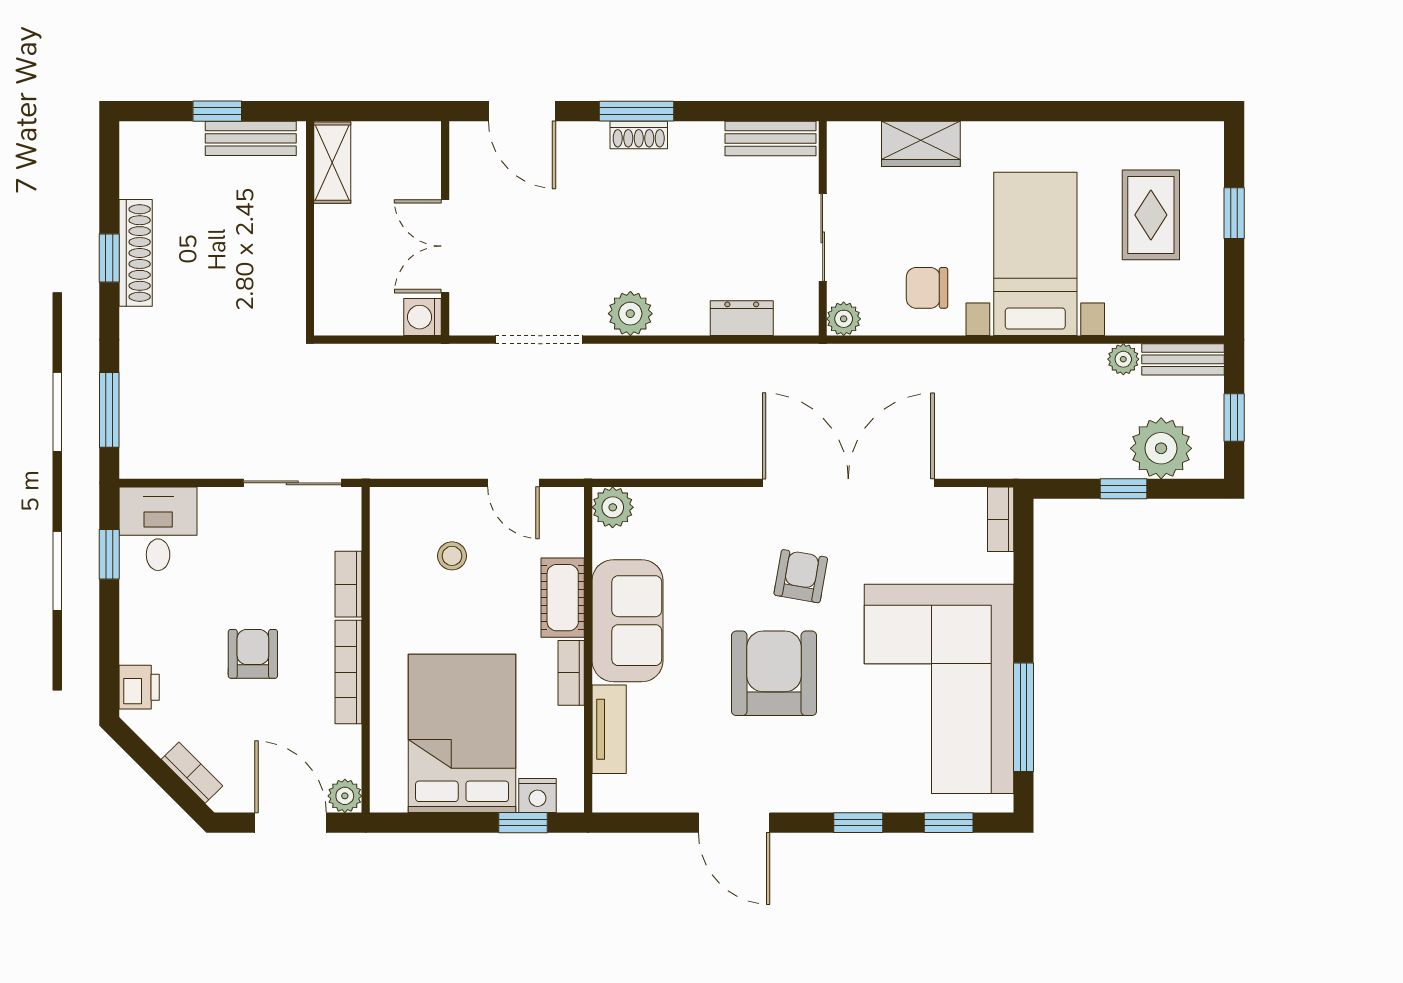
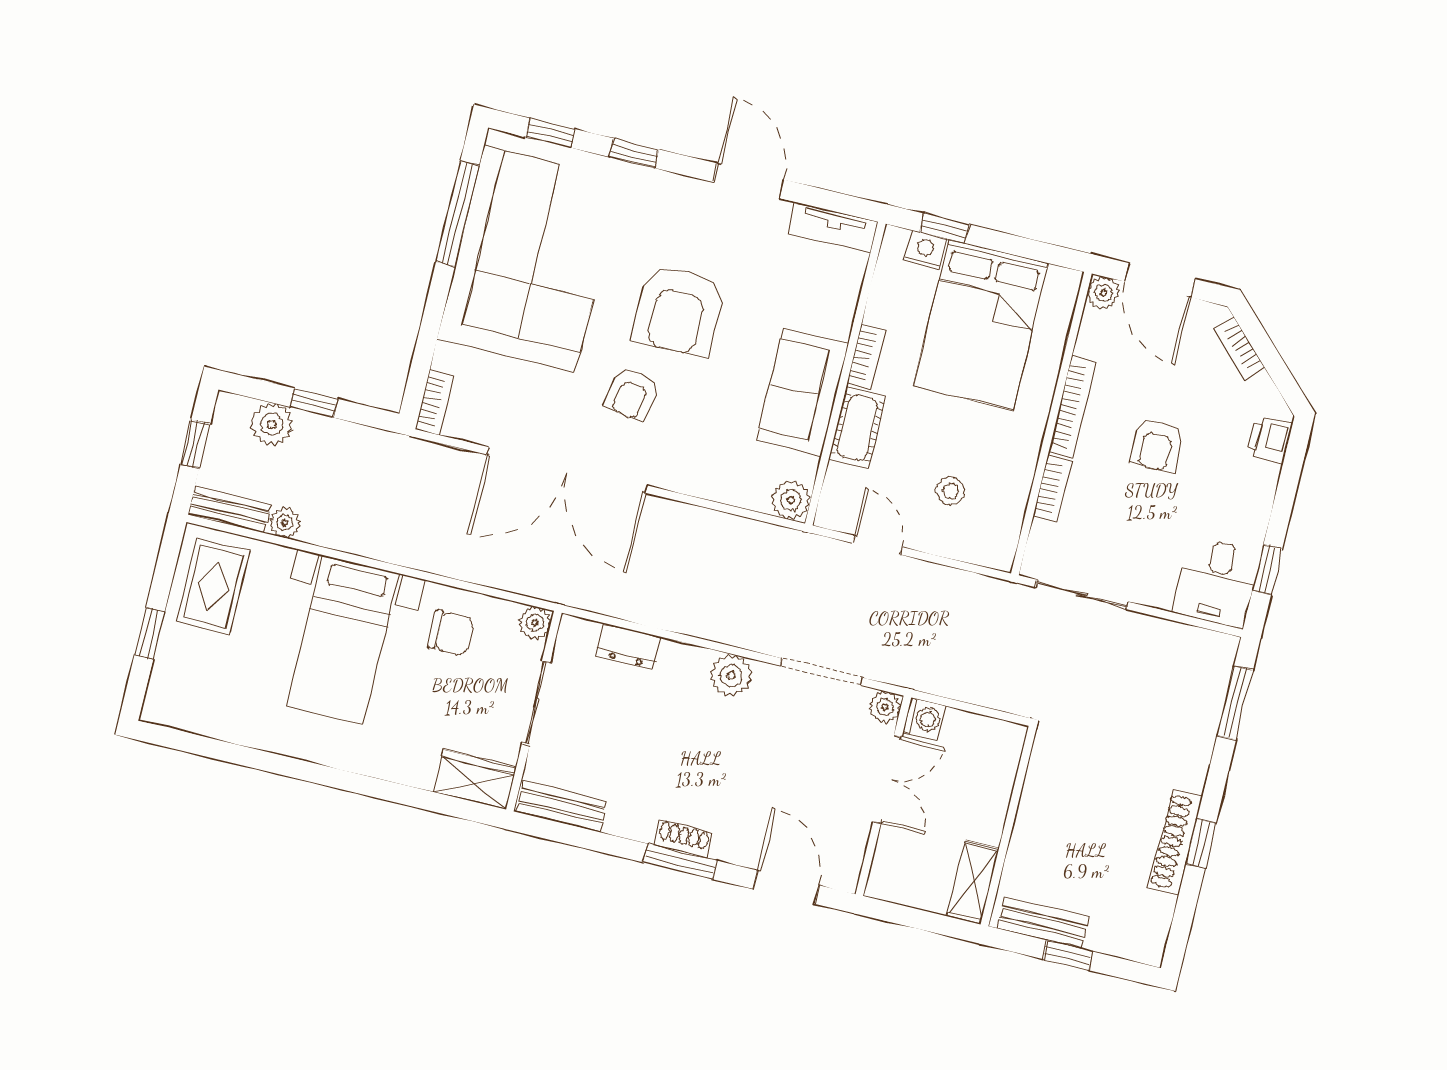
wardrobe: (921, 144) -> (475, 780), moved
rug: (1151, 215) -> (213, 586), moved
plant: (465, 319) -> (885, 707), added
plant: (1161, 448) -> (272, 424), width x0.73, depth x0.73
tv unit: (609, 729) -> (833, 228), moved, turned -90

